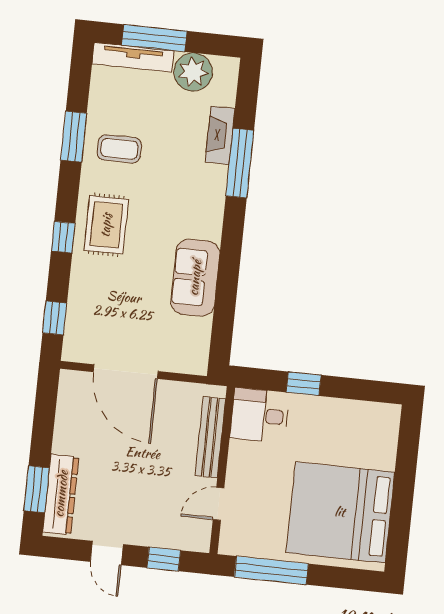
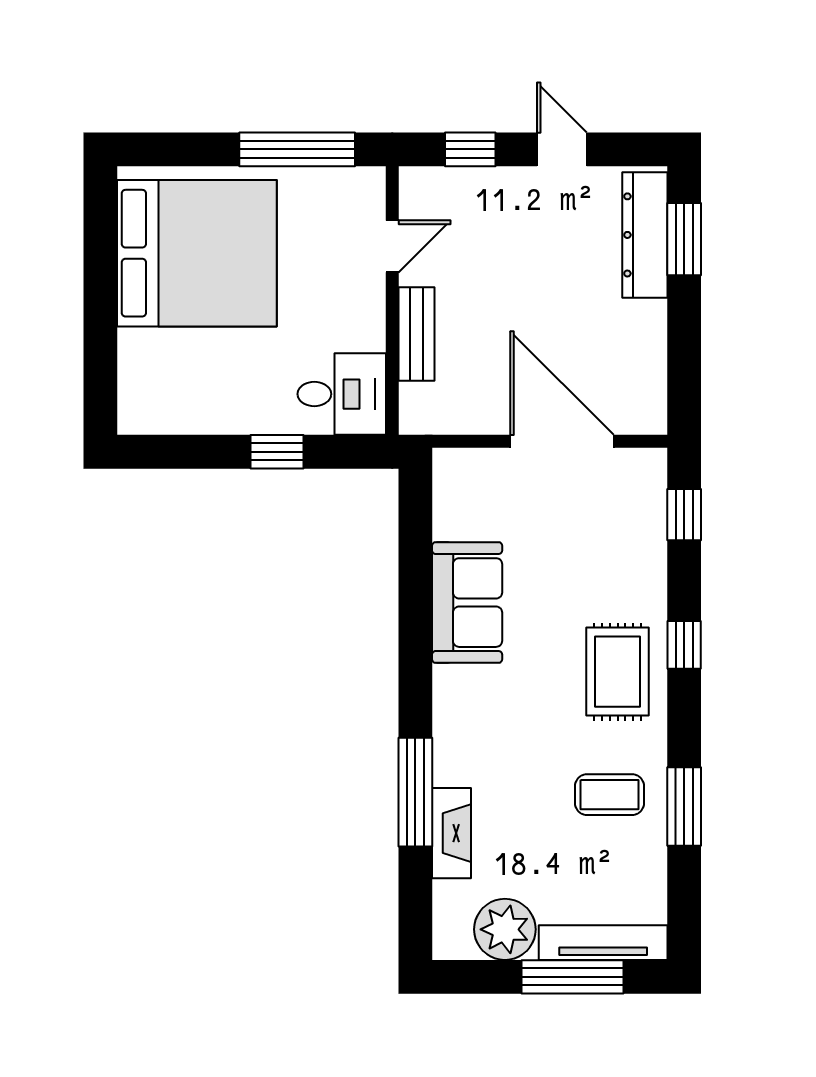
bench: (210, 437) -> (416, 334), width x0.73

